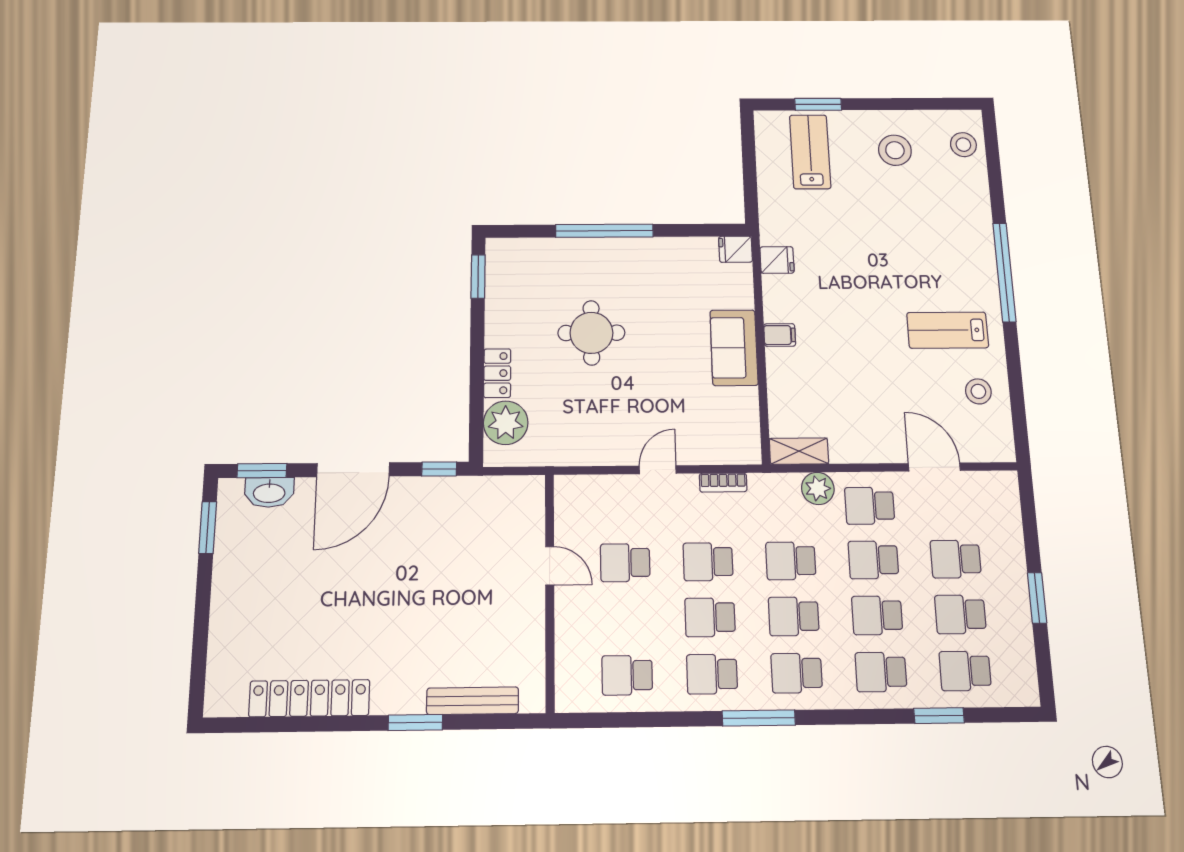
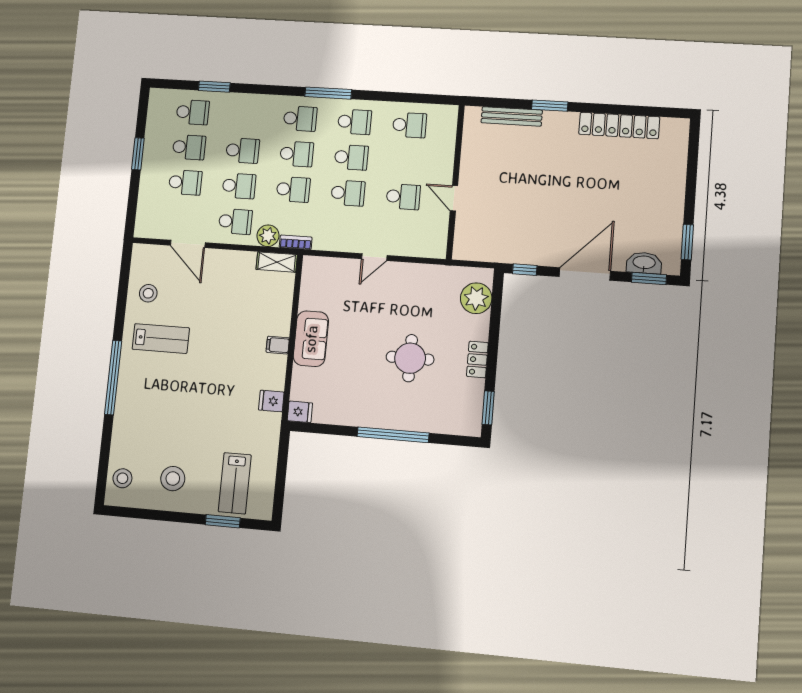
locker: (497, 373) -> (477, 359), moved
bookcase: (723, 483) -> (296, 242), moved
school desk: (881, 672) -> (246, 115), removed

